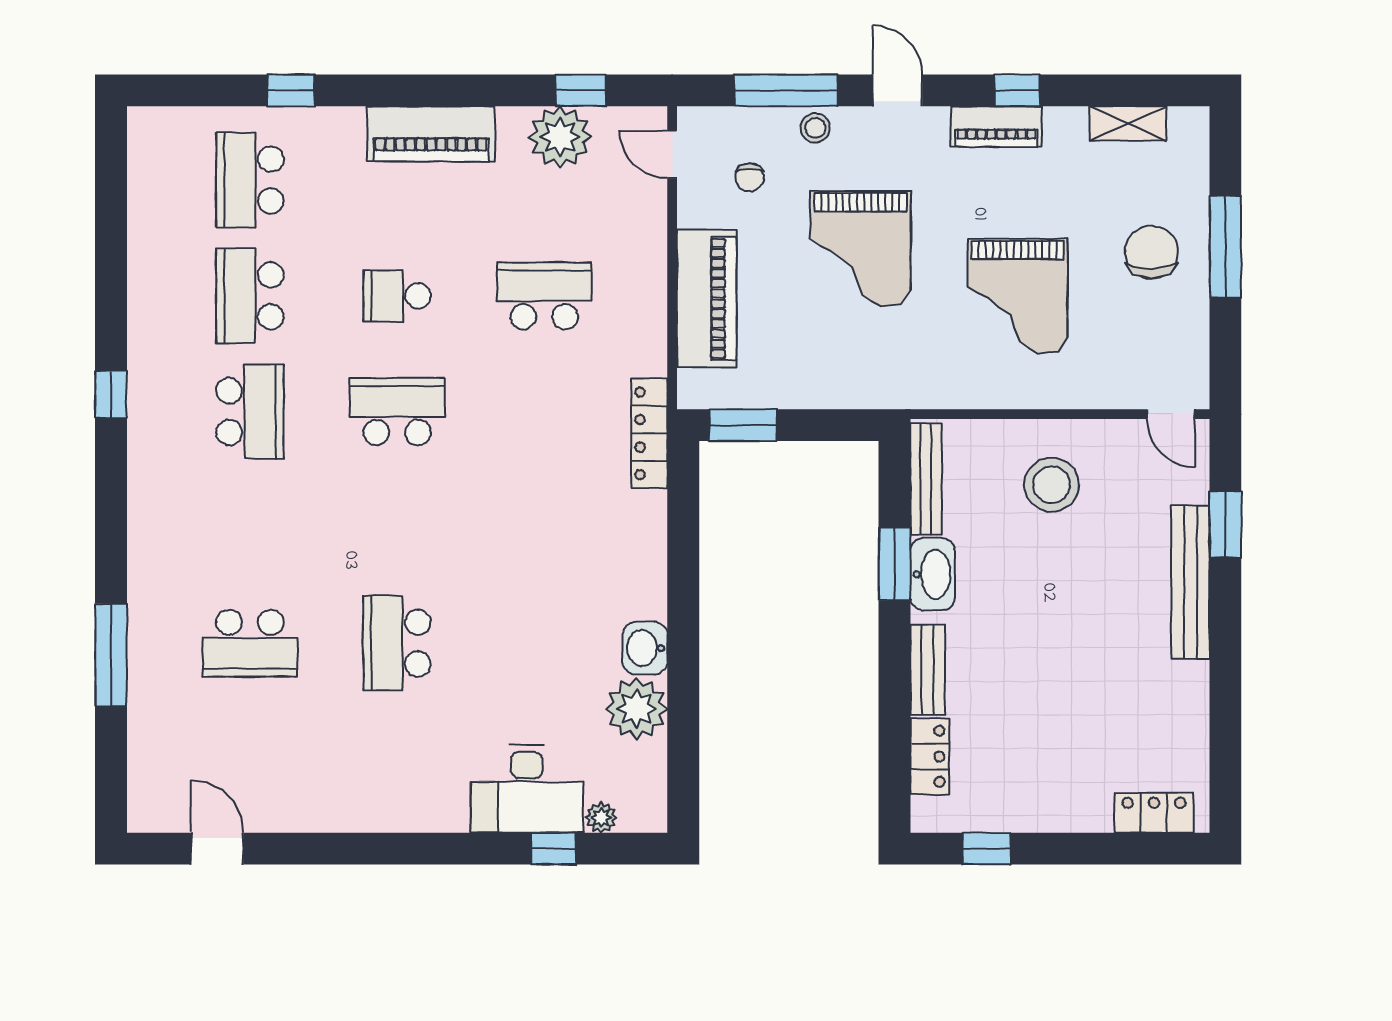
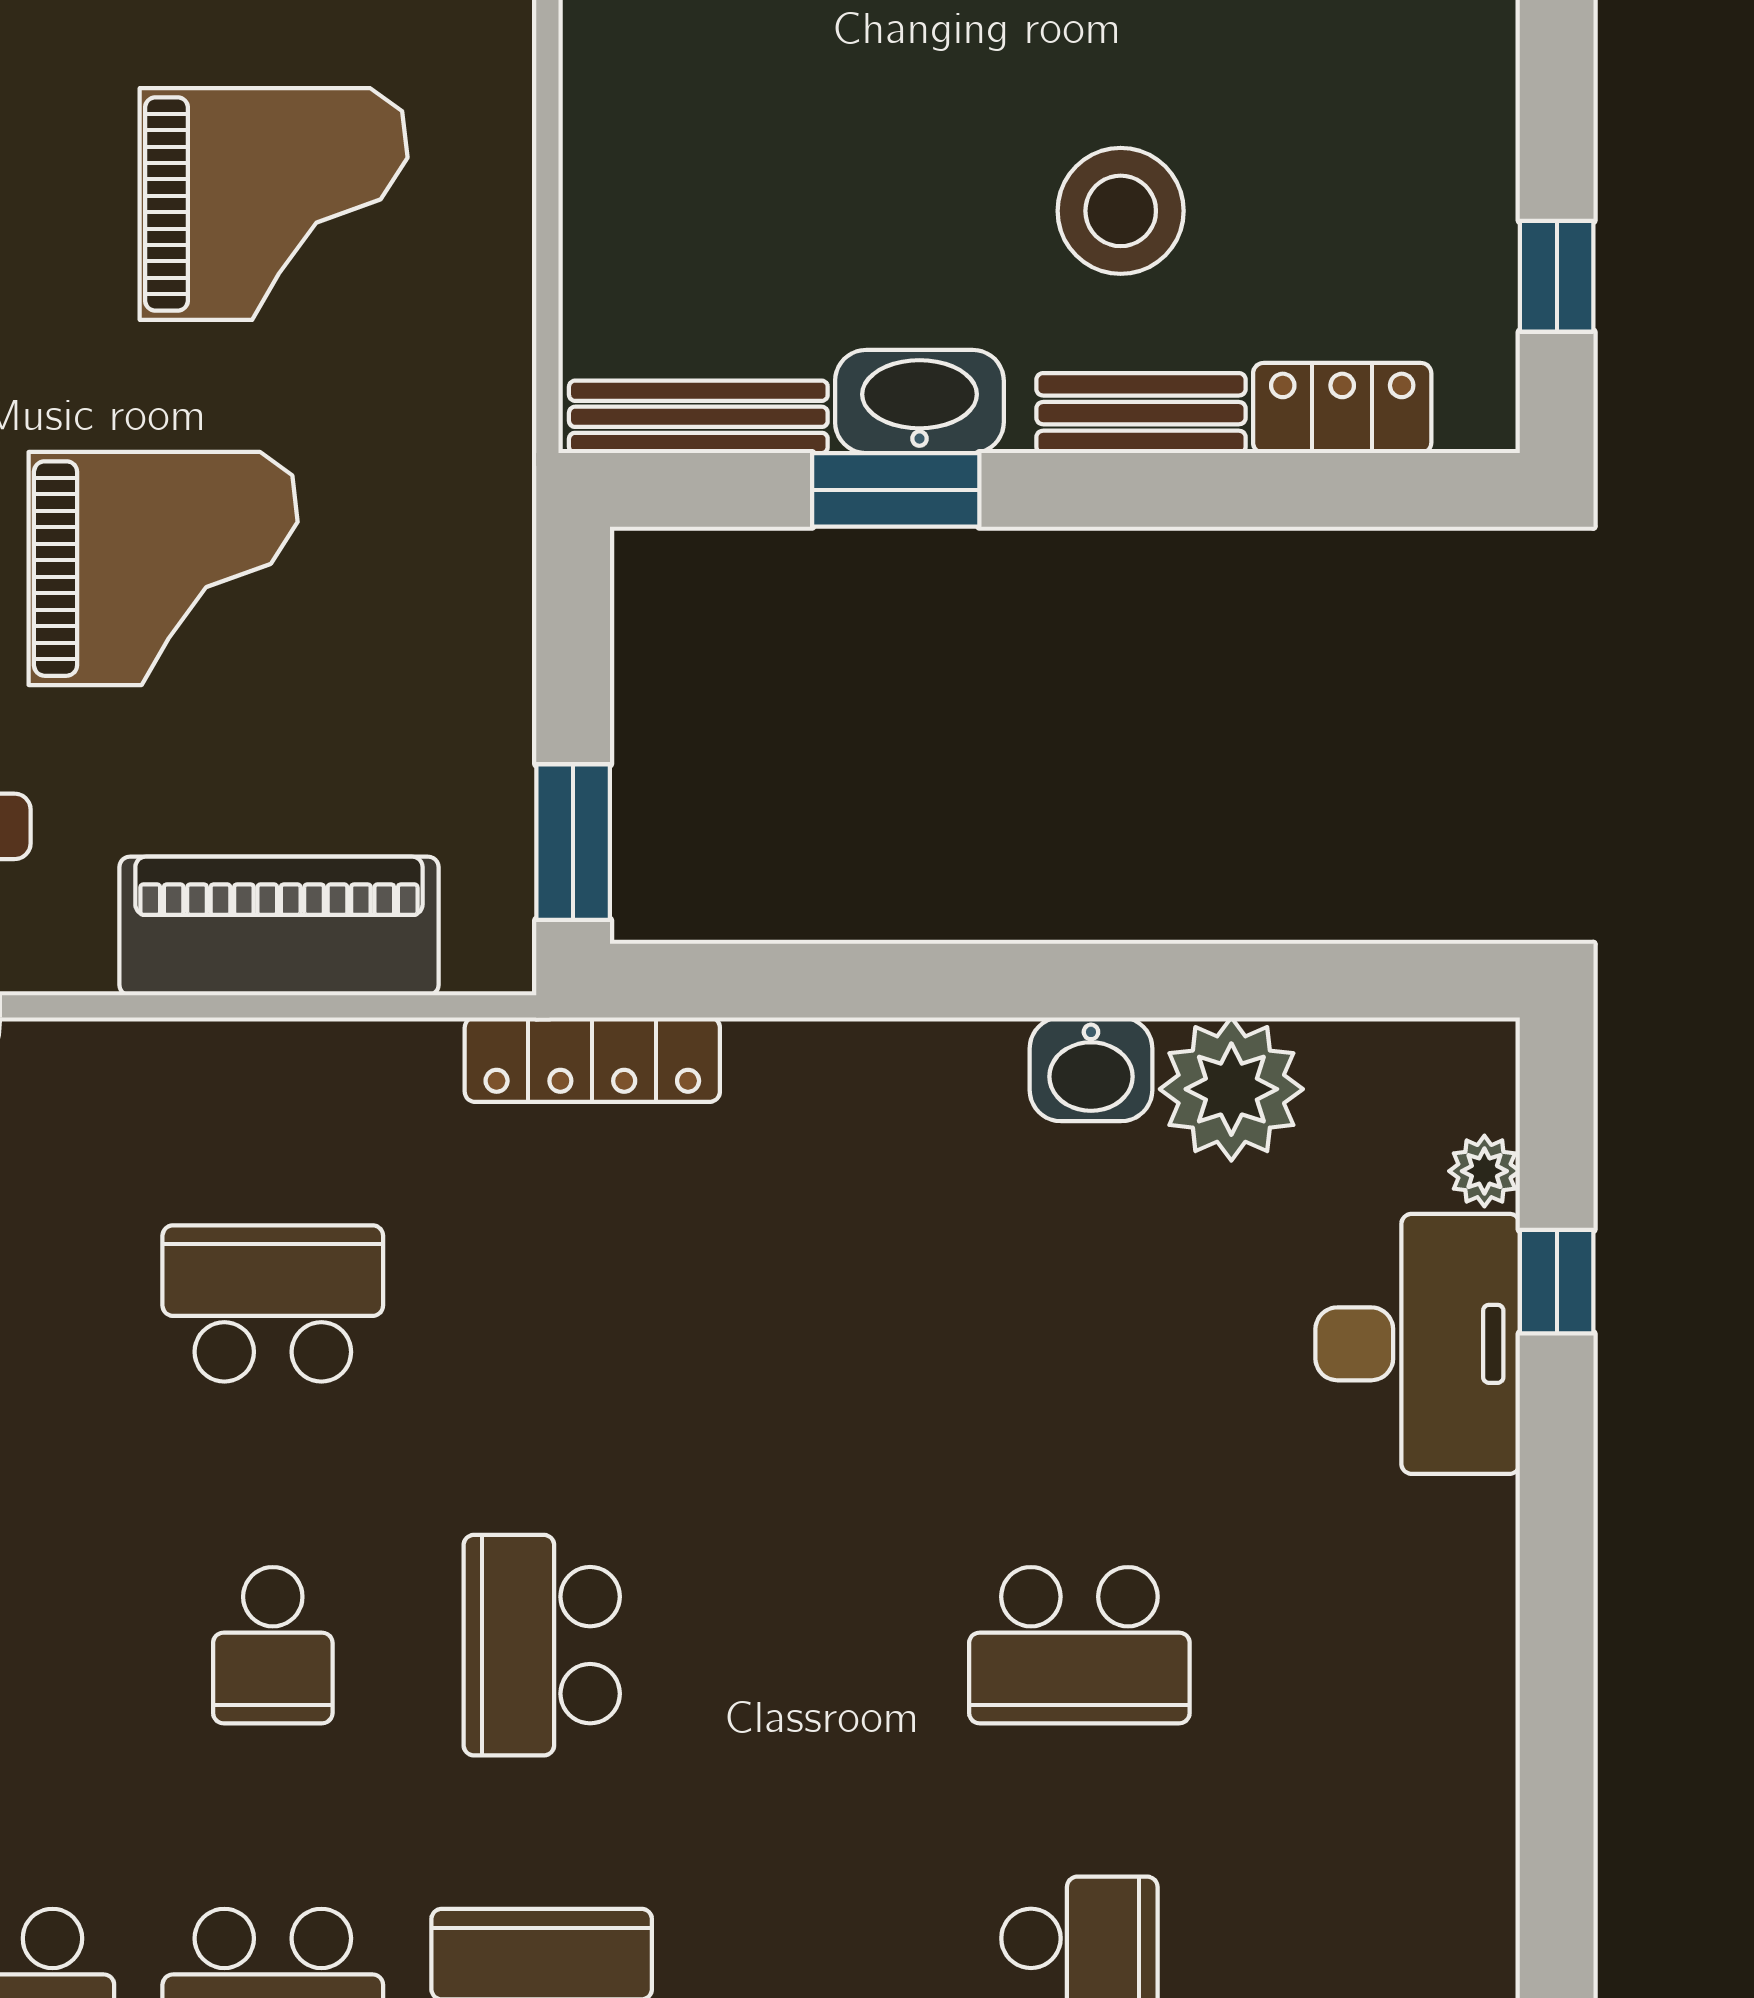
school desk: (544, 296) -> (273, 1303), turned 90
stool: (1052, 485) -> (1121, 211), moved

